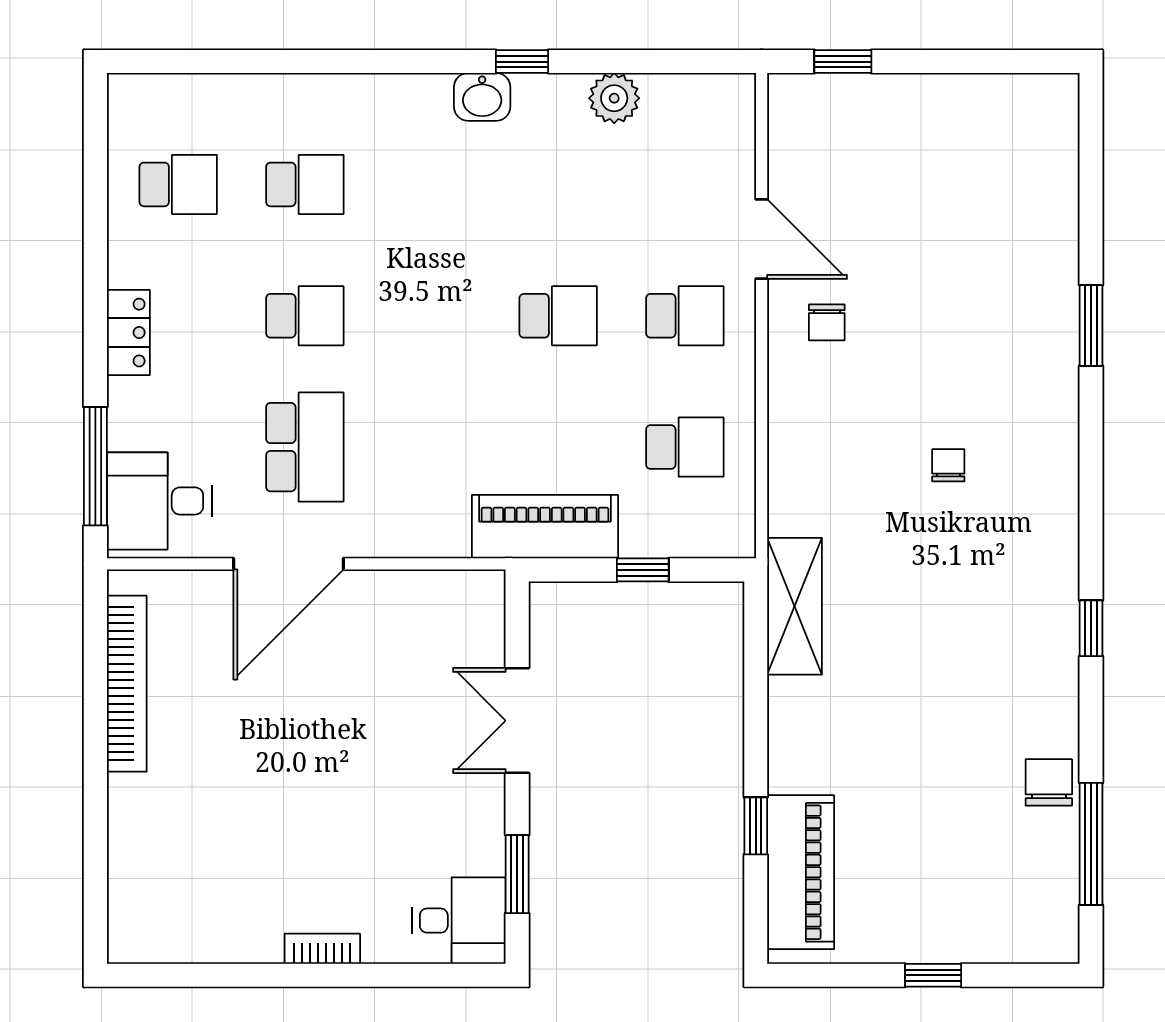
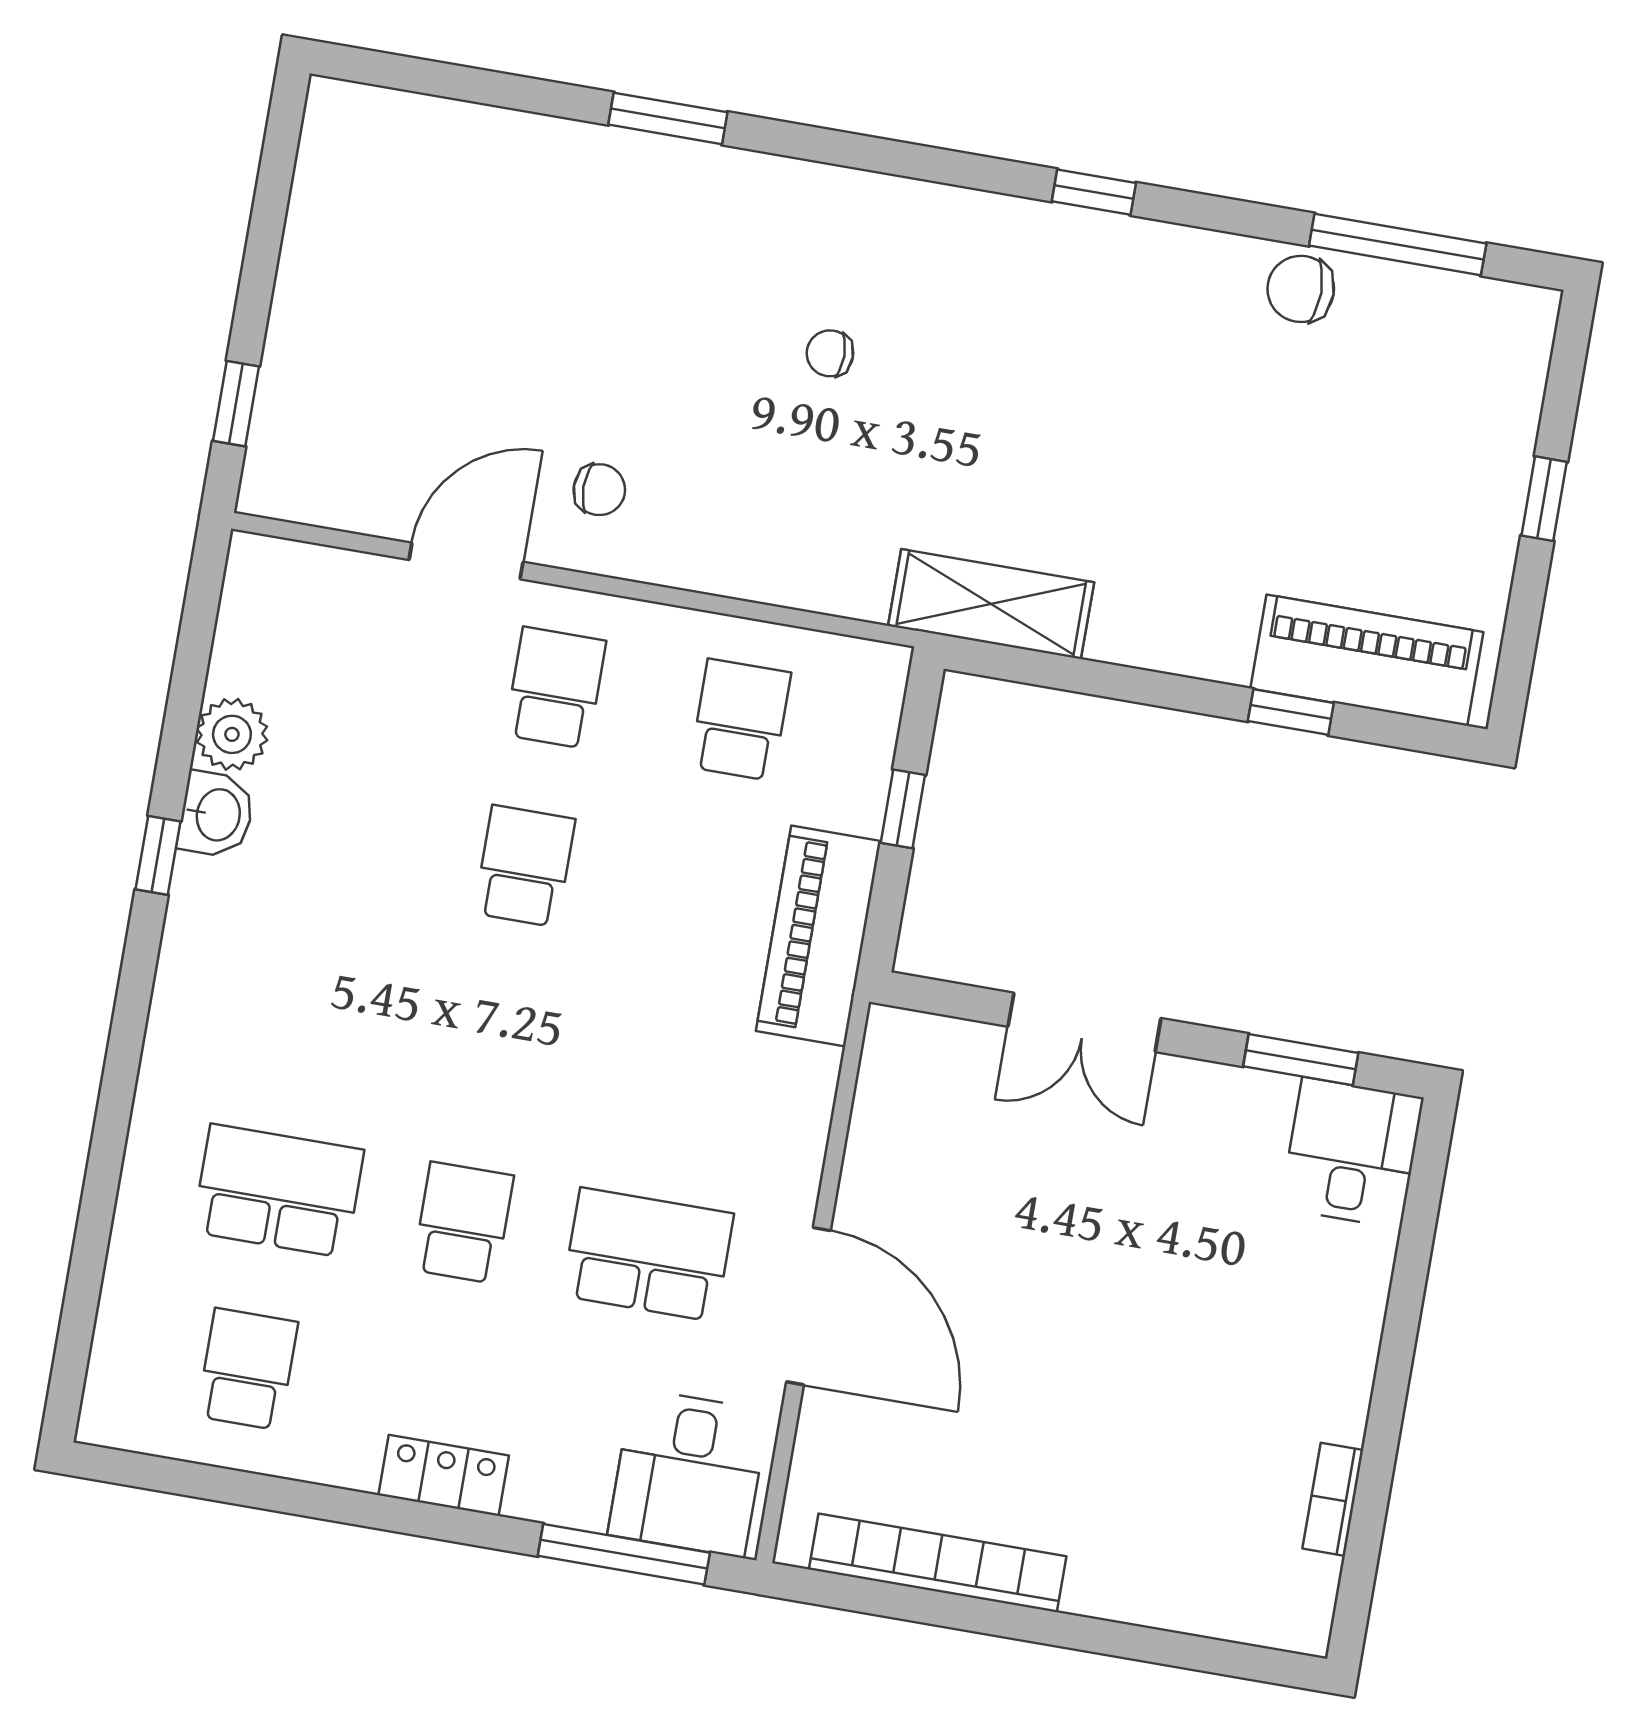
washbasin: (482, 97) -> (216, 814), moved
school desk: (305, 184) -> (278, 1191), width x1.85
bookcase: (322, 949) -> (1333, 1499), moved

